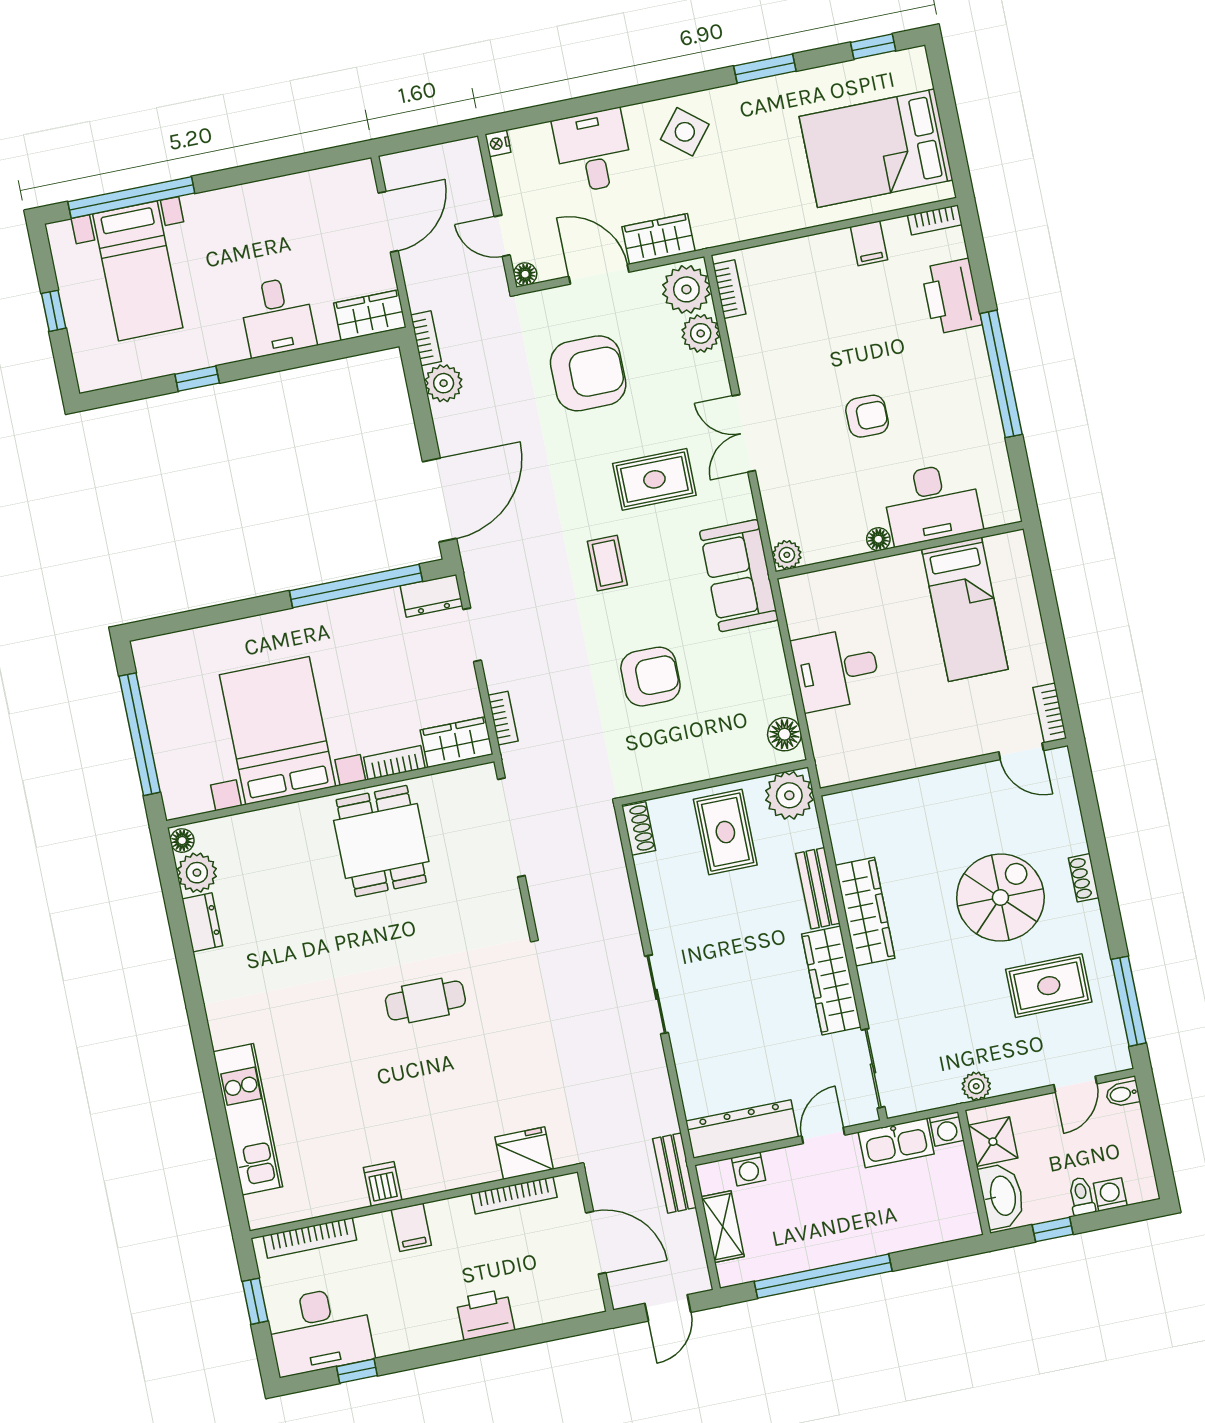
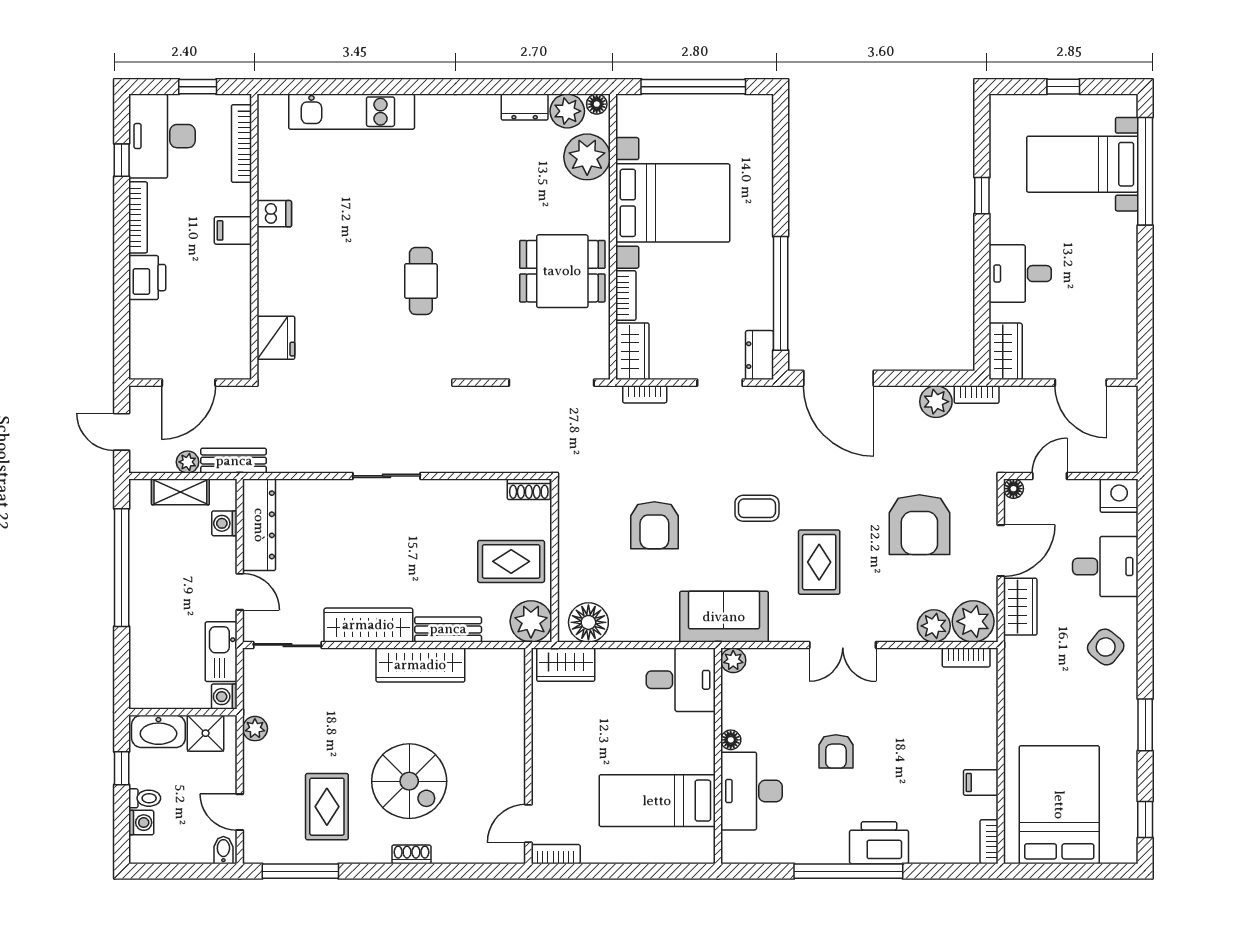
nightstand: (498, 143) -> (1119, 496), width x1.89, depth x1.79
printer: (951, 296) -> (879, 843), moved
double door: (744, 433) -> (843, 645), swing flipped
desk: (836, 669) -> (681, 680), moved, turned 90
floor lamp: (784, 734) -> (588, 622), width x1.38, depth x1.38
wardrobe: (831, 745) -> (566, 665), added
plant: (245, 839) -> (587, 157), added
bookcase: (514, 1195) -> (138, 217), moved, turned 180
plant: (687, 1225) -> (188, 462), added

